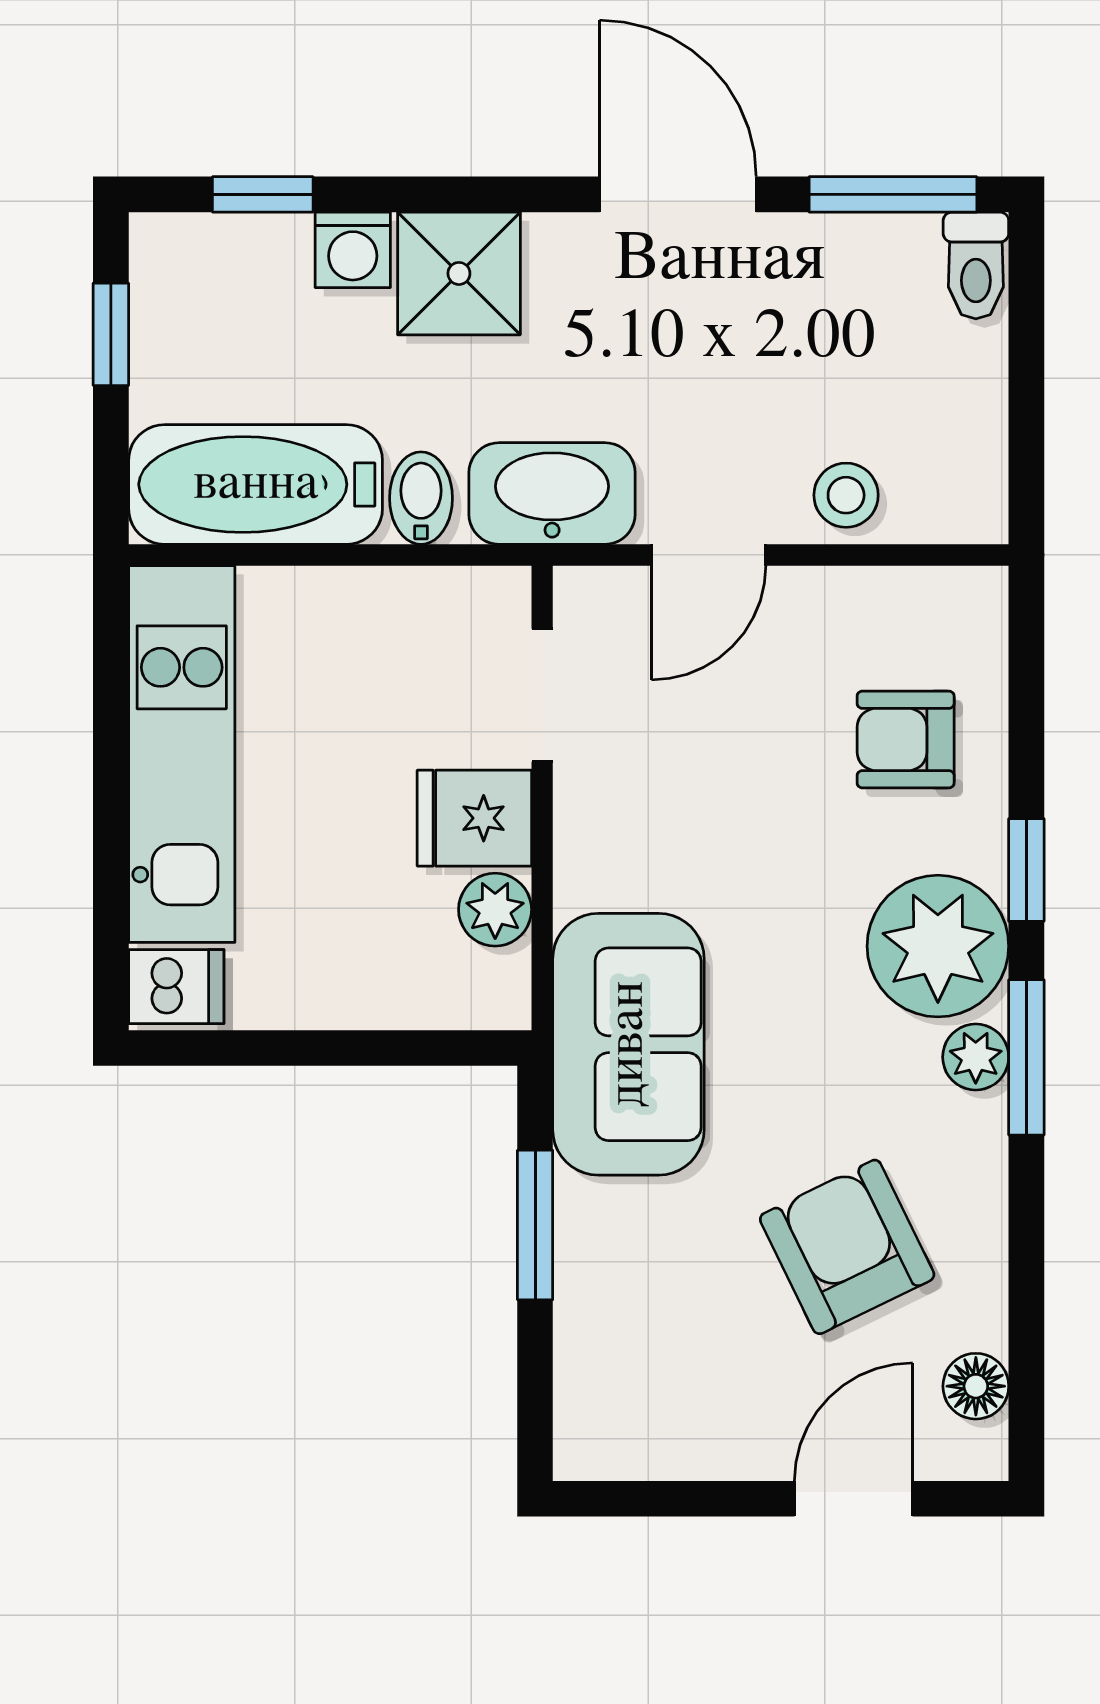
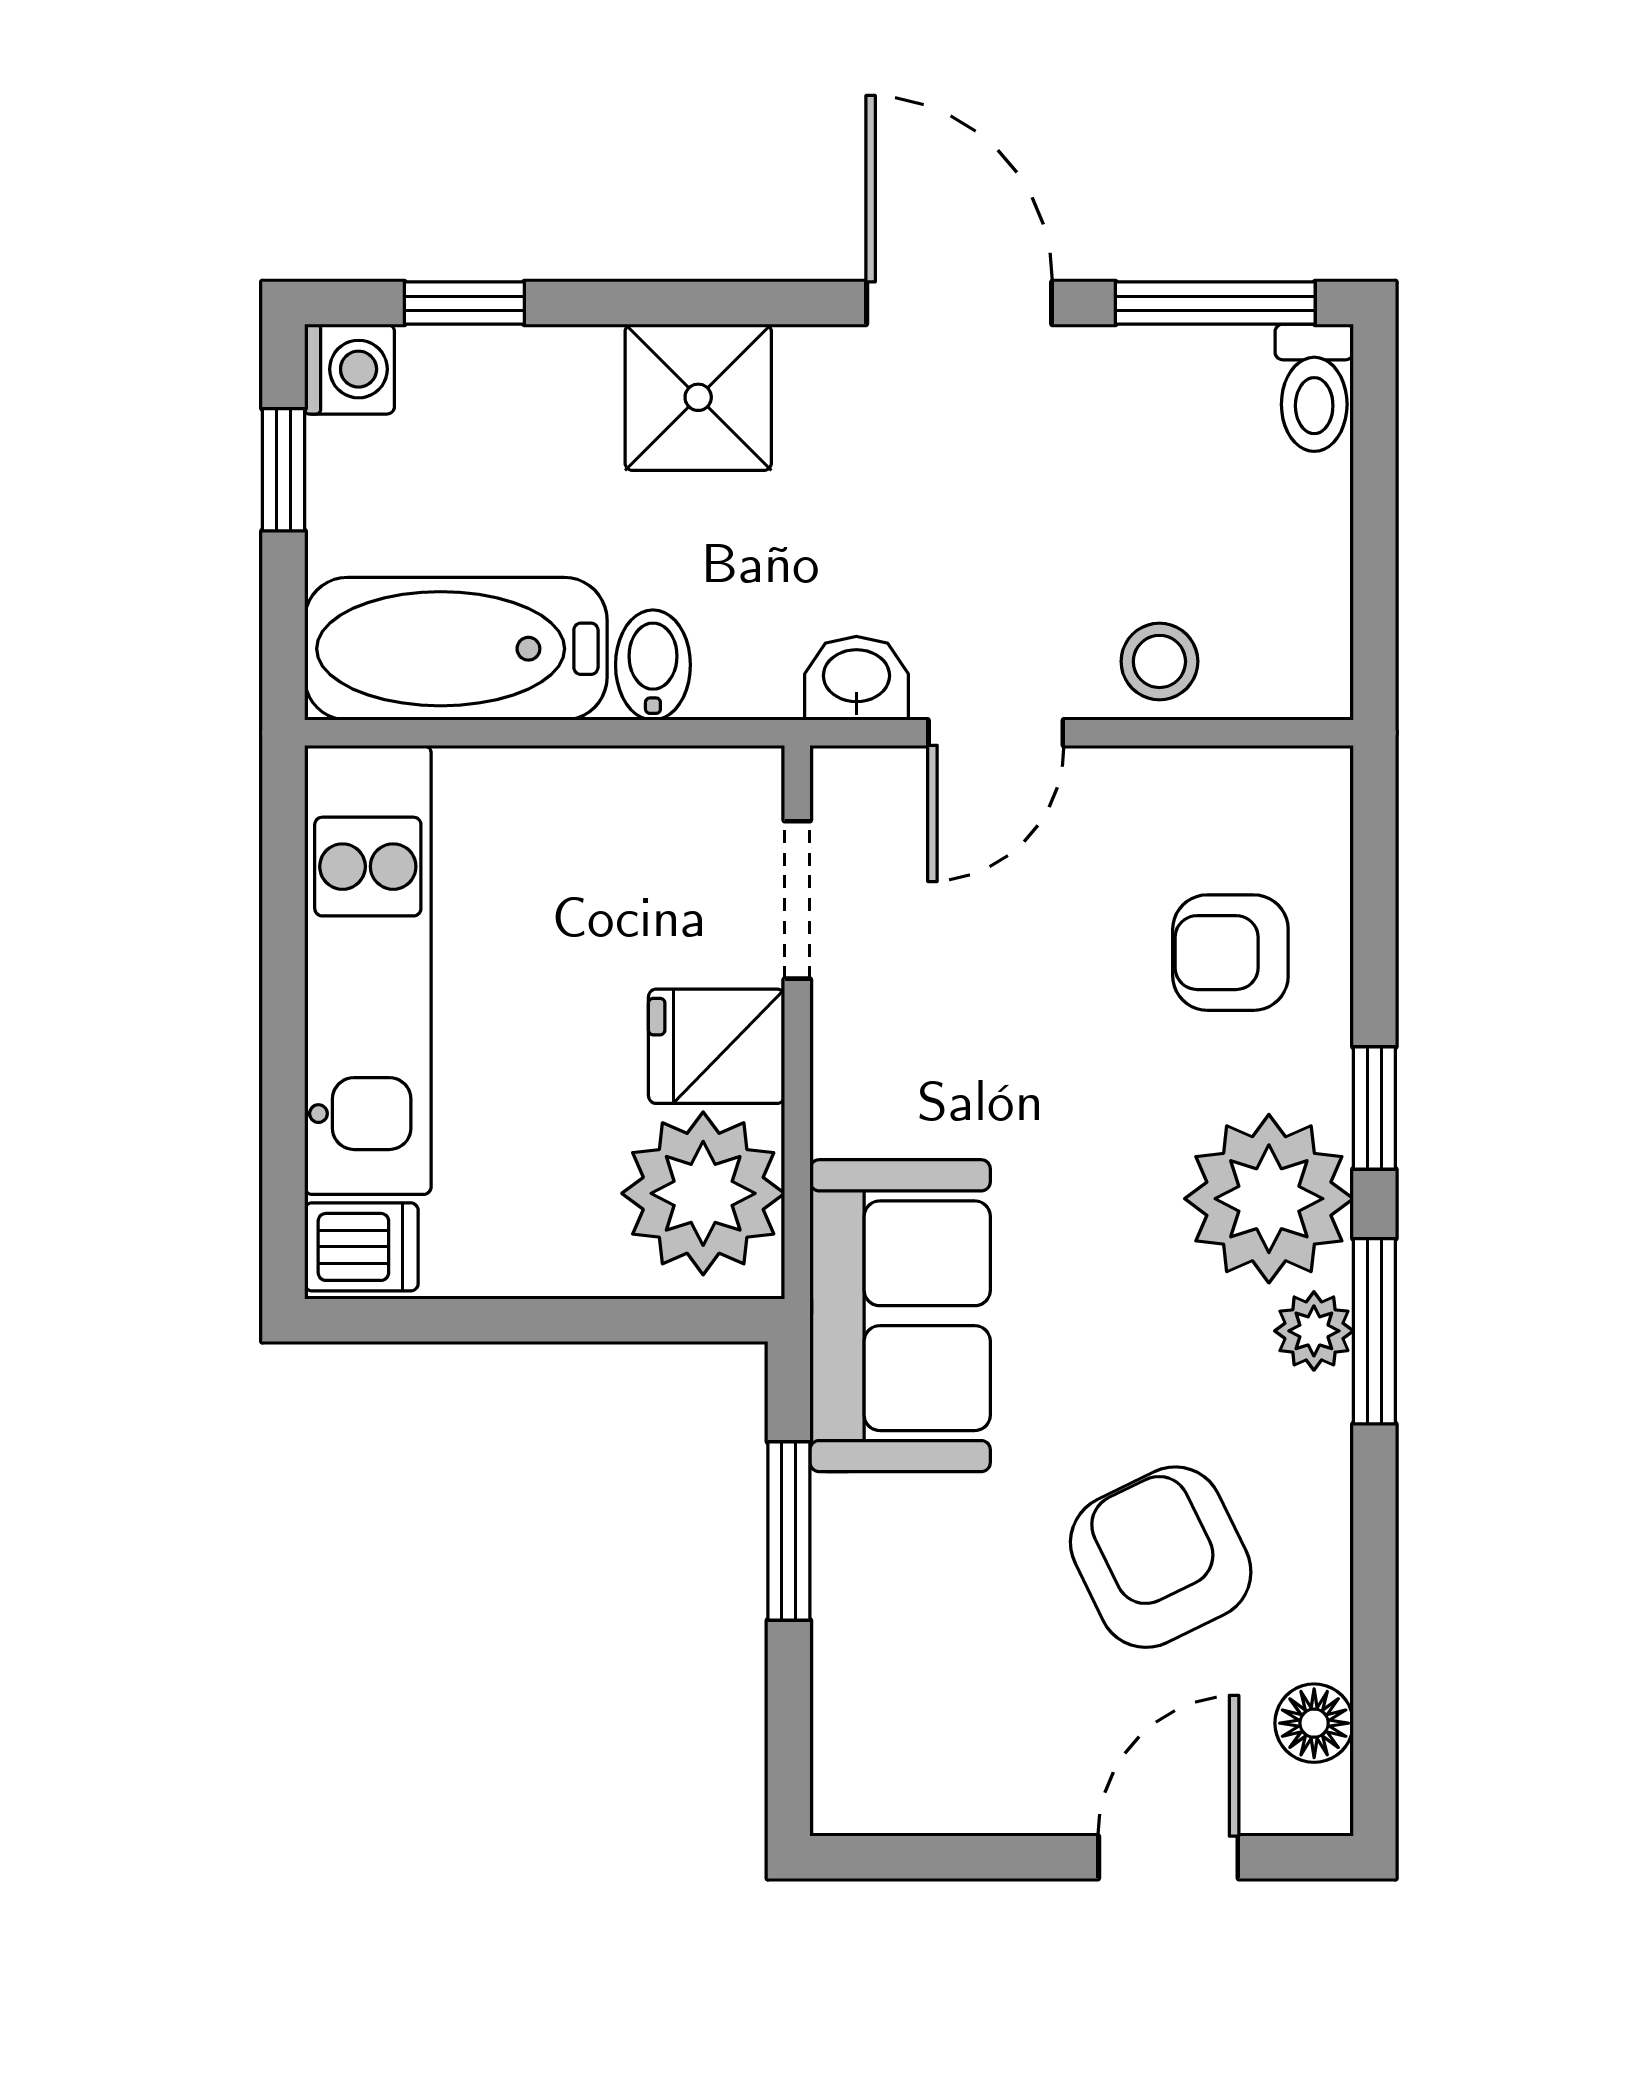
washing machine: (353, 250) -> (350, 369), moved, turned -90
washbasin: (552, 494) -> (856, 678), width x0.52, depth x0.69
plant: (495, 910) -> (703, 1193), width x1.88, depth x1.88

